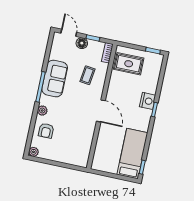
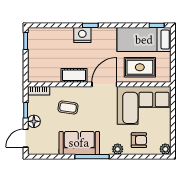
rug: (129, 64) -> (140, 67), moved, turned 90
cot: (114, 86) -> (74, 75), added
corner sofa: (75, 142) -> (144, 105), added

